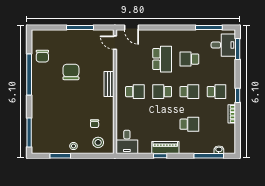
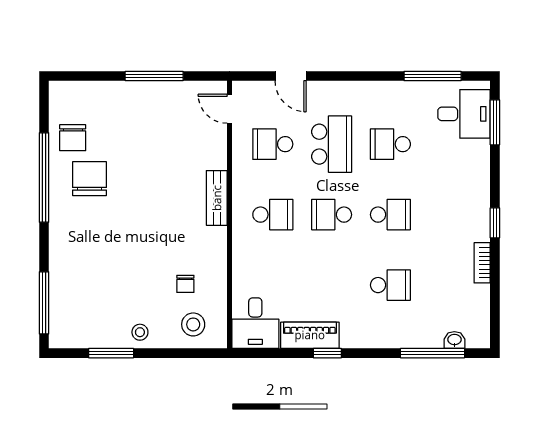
door: (131, 28) -> (291, 76), moved
chair: (71, 72) -> (89, 179), moved
school desk: (217, 92) -> (273, 144), moved, turned 180
piano: (165, 147) -> (310, 335), moved

